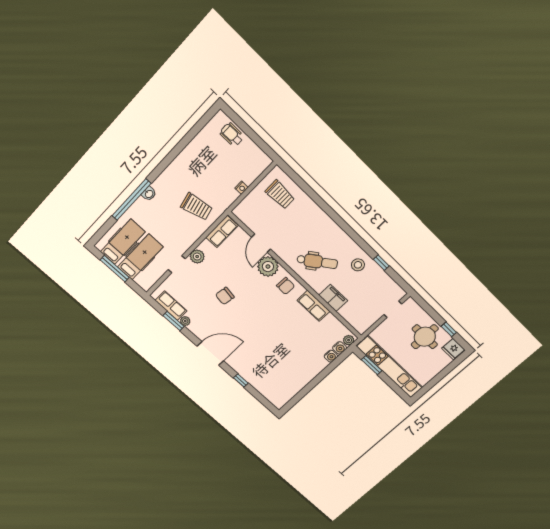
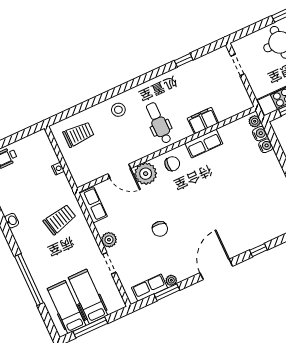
washbasin: (149, 194) -> (12, 221), moved
dental chair: (317, 262) -> (159, 123), turned -54
stool: (358, 265) -> (118, 110), moved

